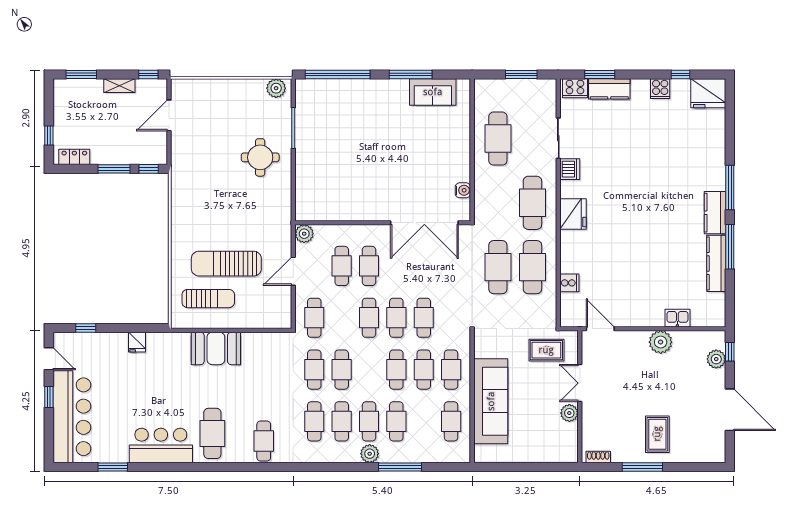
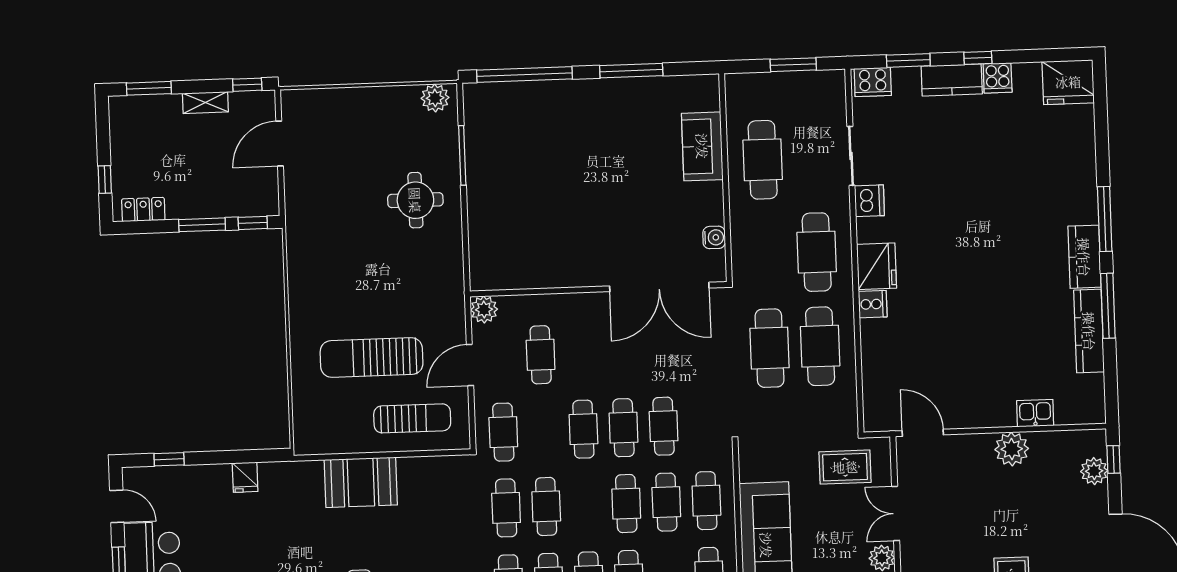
window: (680, 74) -> (978, 58), moved
kitchen counter: (609, 89) -> (952, 80), moved
sofa: (433, 92) -> (702, 146), moved, turned 90
cafe table: (369, 266) -> (581, 353), removed
cooker: (569, 283) -> (873, 304), moved
sun lounger: (208, 299) -> (412, 418), moved

